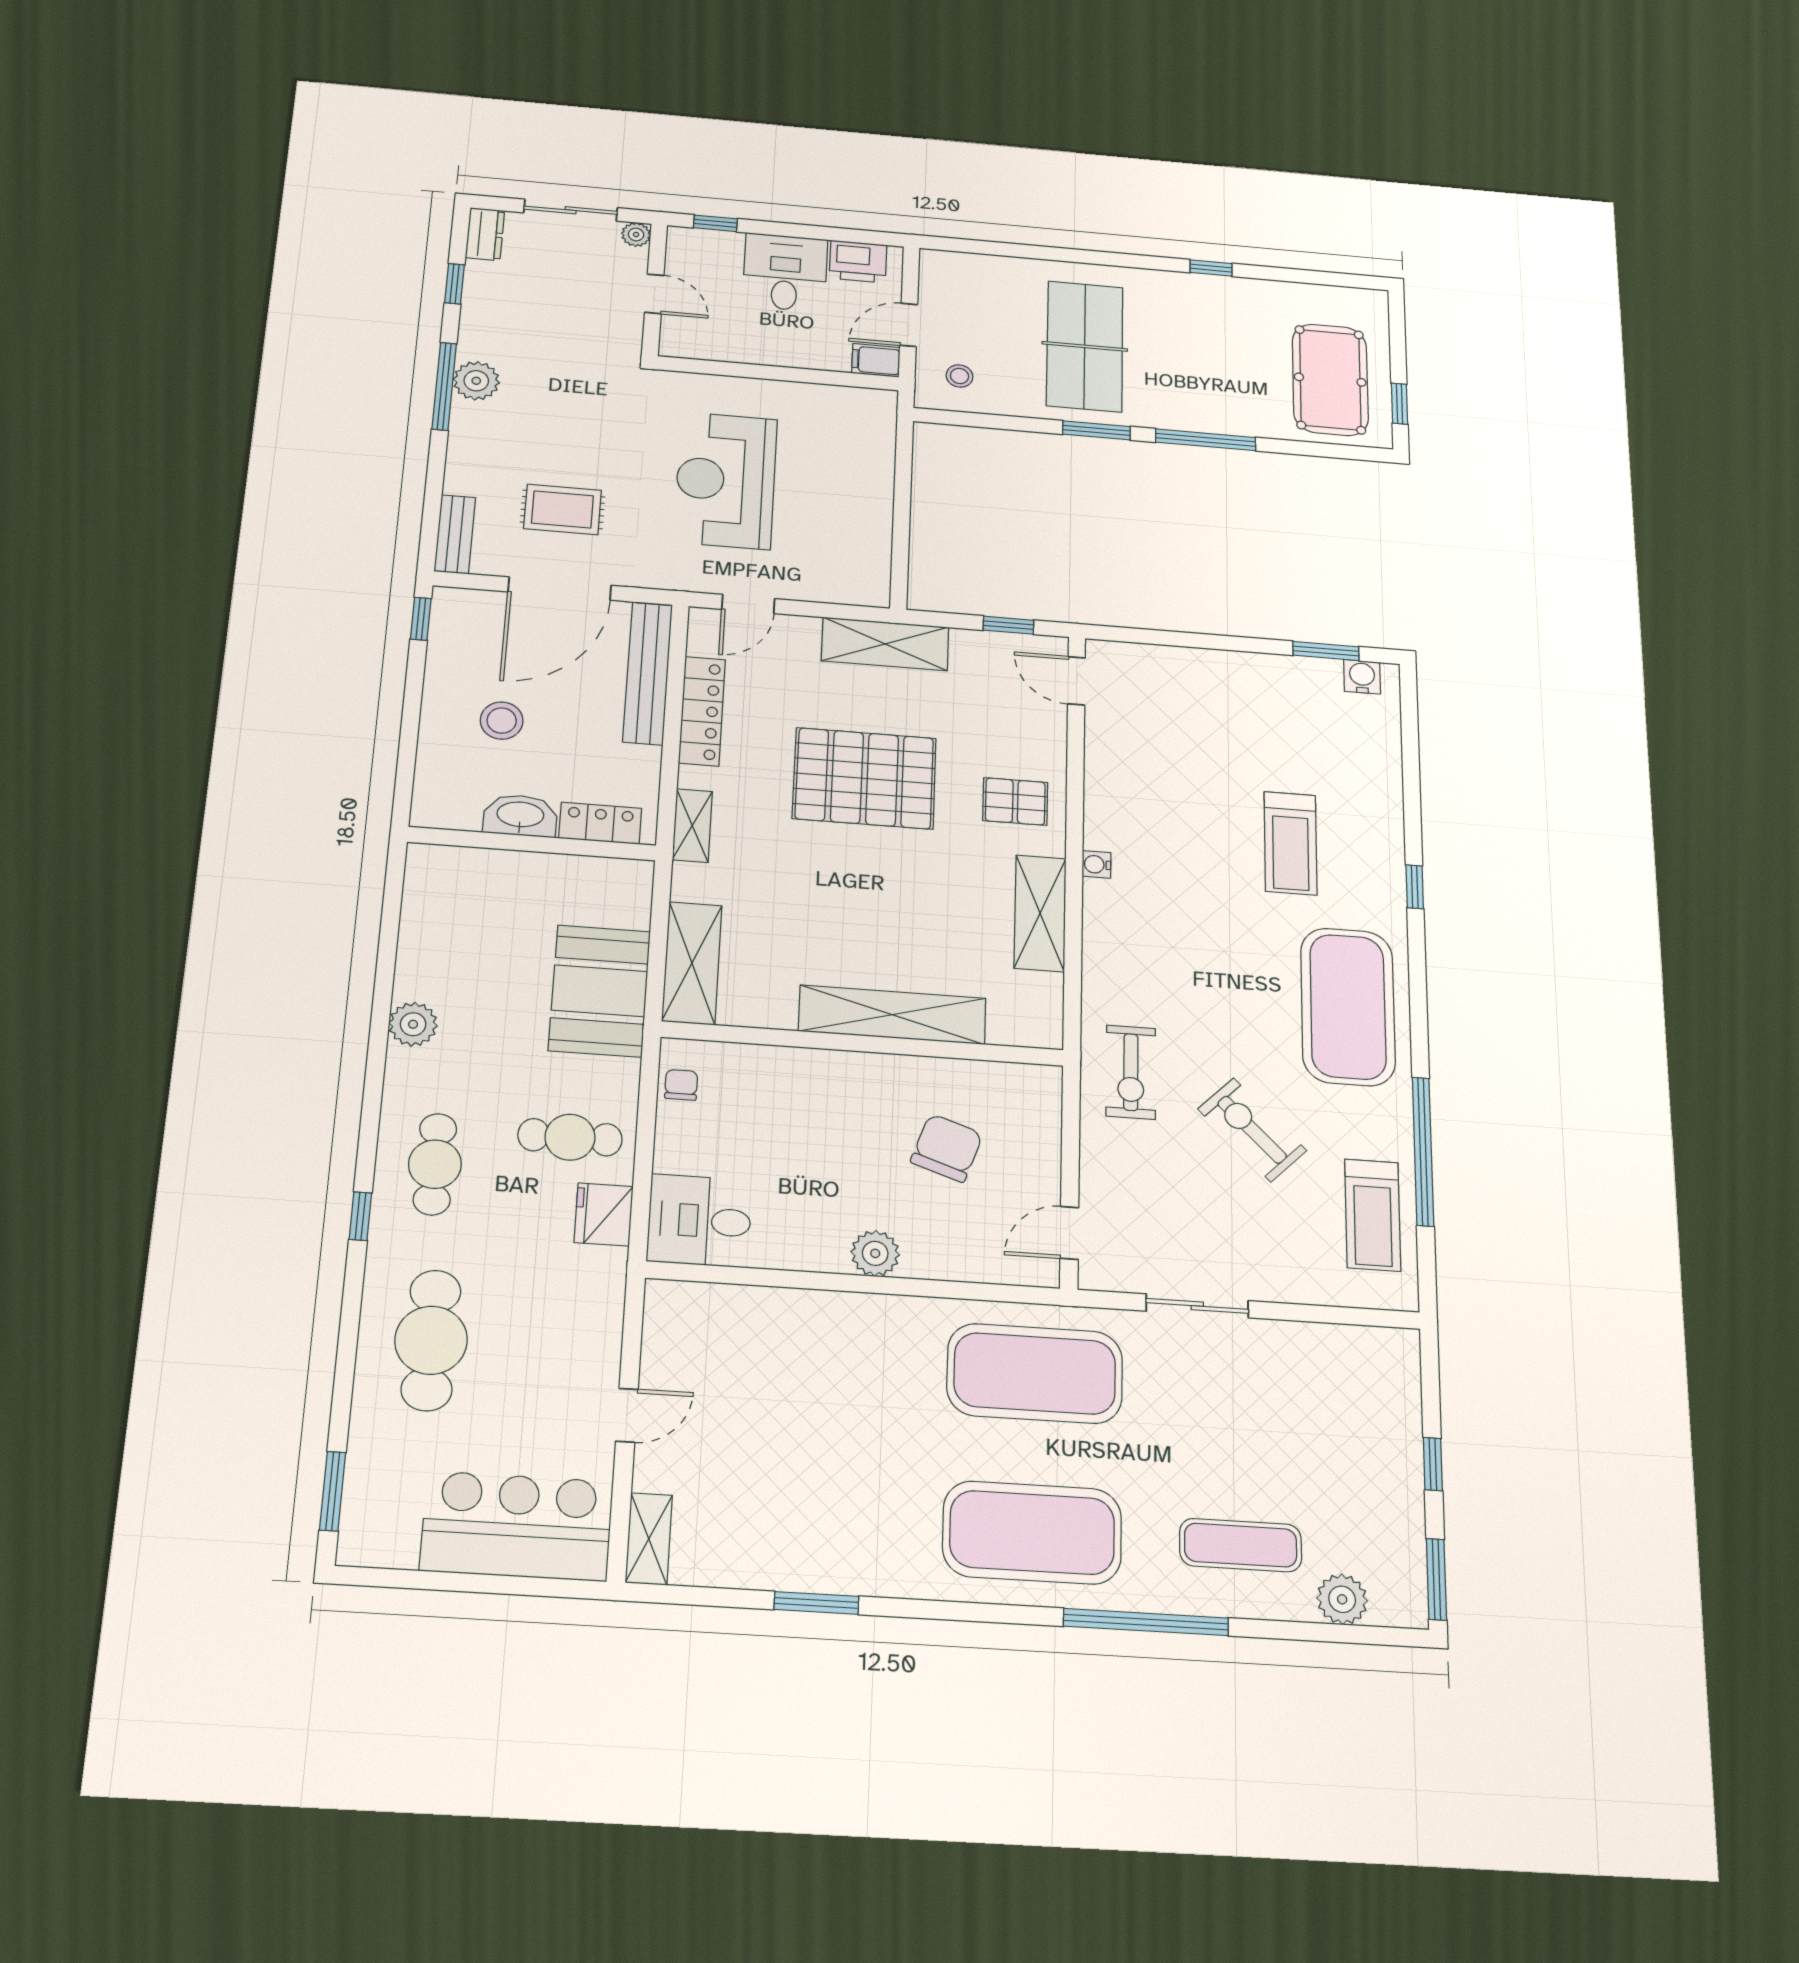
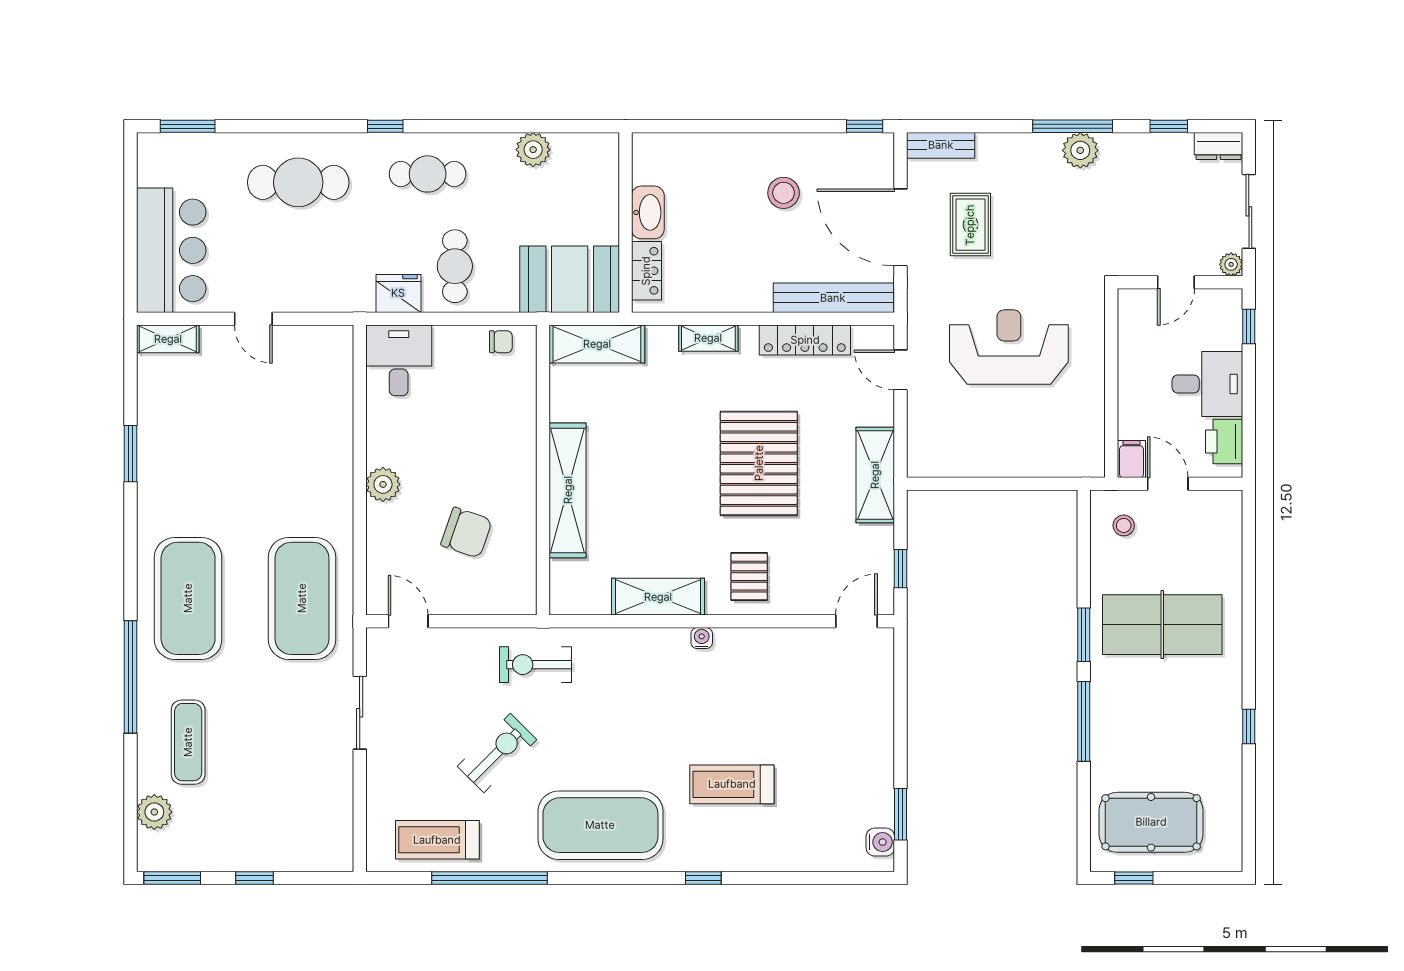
washbasin: (520, 816) -> (648, 212), moved
locker: (600, 823) -> (646, 271), moved
wall: (532, 844) -> (626, 223), moved

